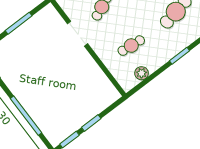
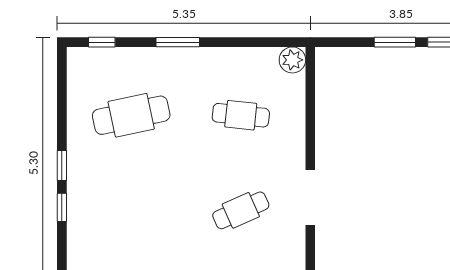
plant: (142, 73) -> (292, 60), moved

